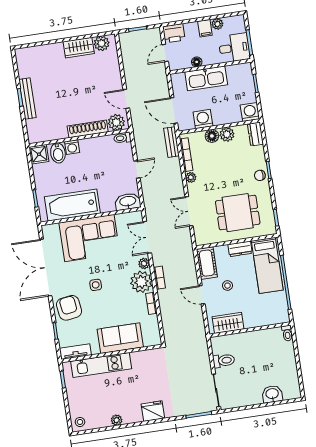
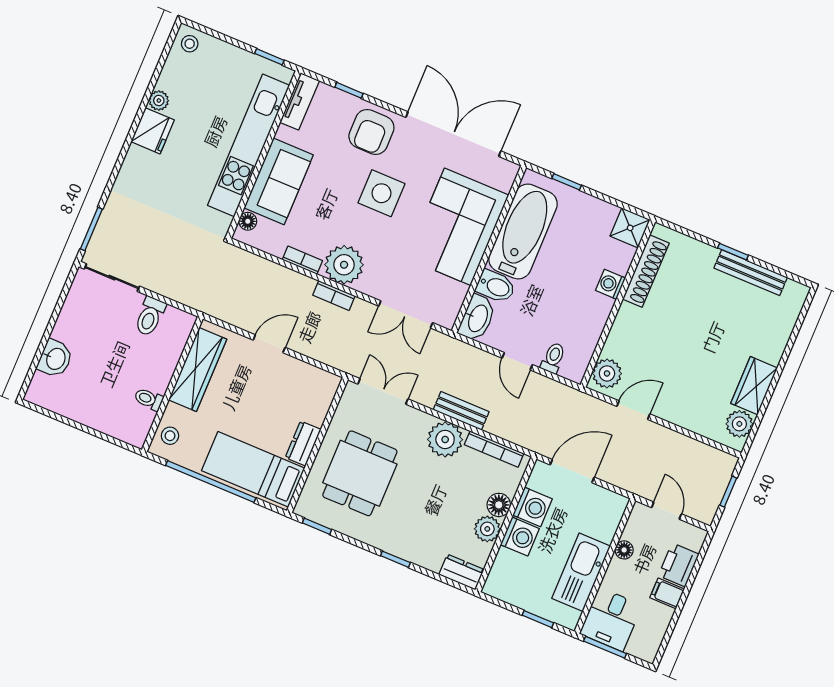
plant: (217, 24) -> (662, 616), removed
printer: (174, 33) -> (679, 565), moved
kitchen sink: (206, 78) -> (581, 572), moved
bench: (27, 99) -> (751, 273), moved
washing machine: (250, 112) -> (520, 537), moved
shoe rack: (88, 129) -> (646, 271), moved
toilet: (122, 138) -> (553, 358), moved
bench: (171, 142) -> (461, 411), moved
bidet: (58, 153) -> (496, 286), moved, turned 180
chair: (260, 175) -> (395, 541), removed
plant: (191, 177) -> (445, 439), width x1.88, depth x1.88
double door: (189, 211) -> (383, 391), moved
double door: (147, 237) -> (406, 314), swing flipped
cot: (207, 263) -> (312, 381), removed
plant: (144, 264) -> (369, 286), removed
side table: (96, 285) -> (381, 193), width x1.87, depth x1.87
stool: (227, 286) -> (170, 436), moved
armchair: (69, 308) -> (371, 132), turned 98
wardrobe: (228, 323) -> (198, 369), width x1.50
toilet: (287, 333) -> (149, 399), moved
floor lamp: (149, 341) -> (248, 221), added
kitchen unit: (101, 365) -> (249, 145), width x1.36
fridge: (153, 411) -> (153, 131), moved

